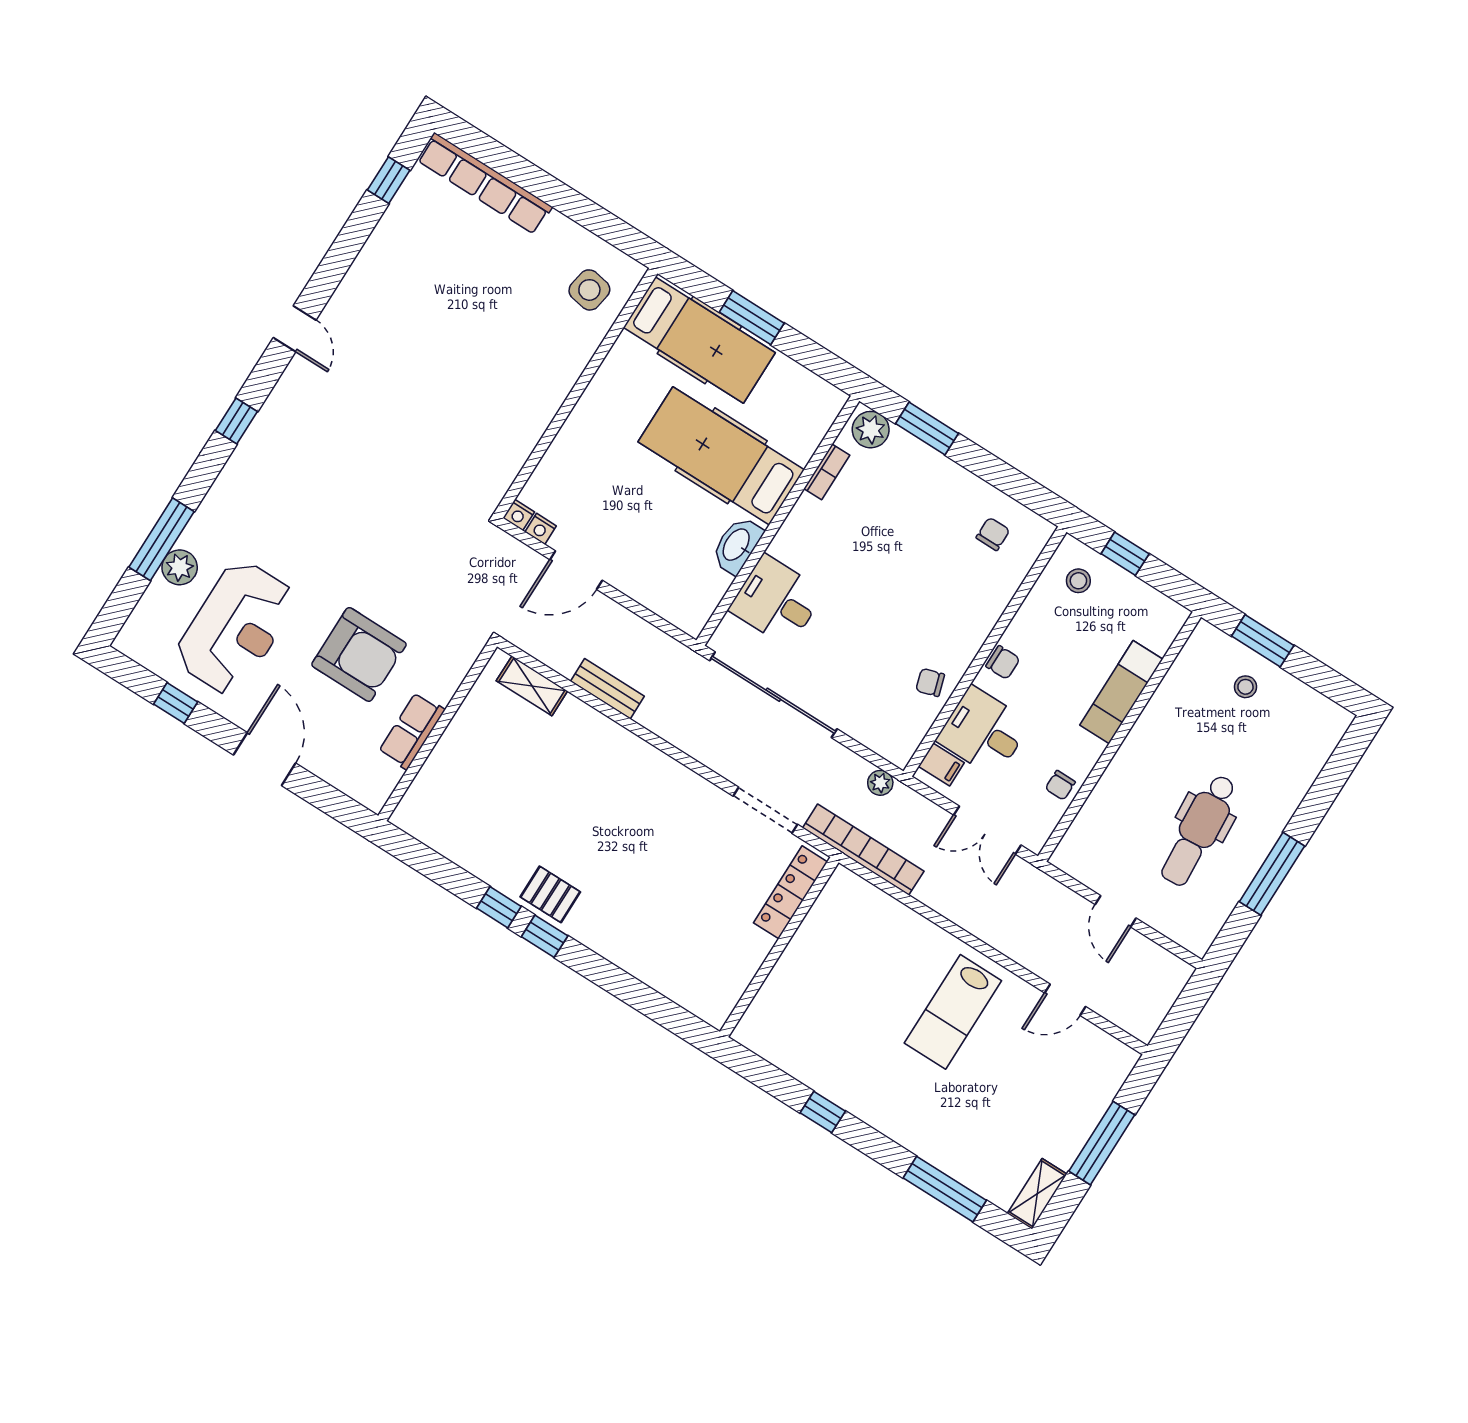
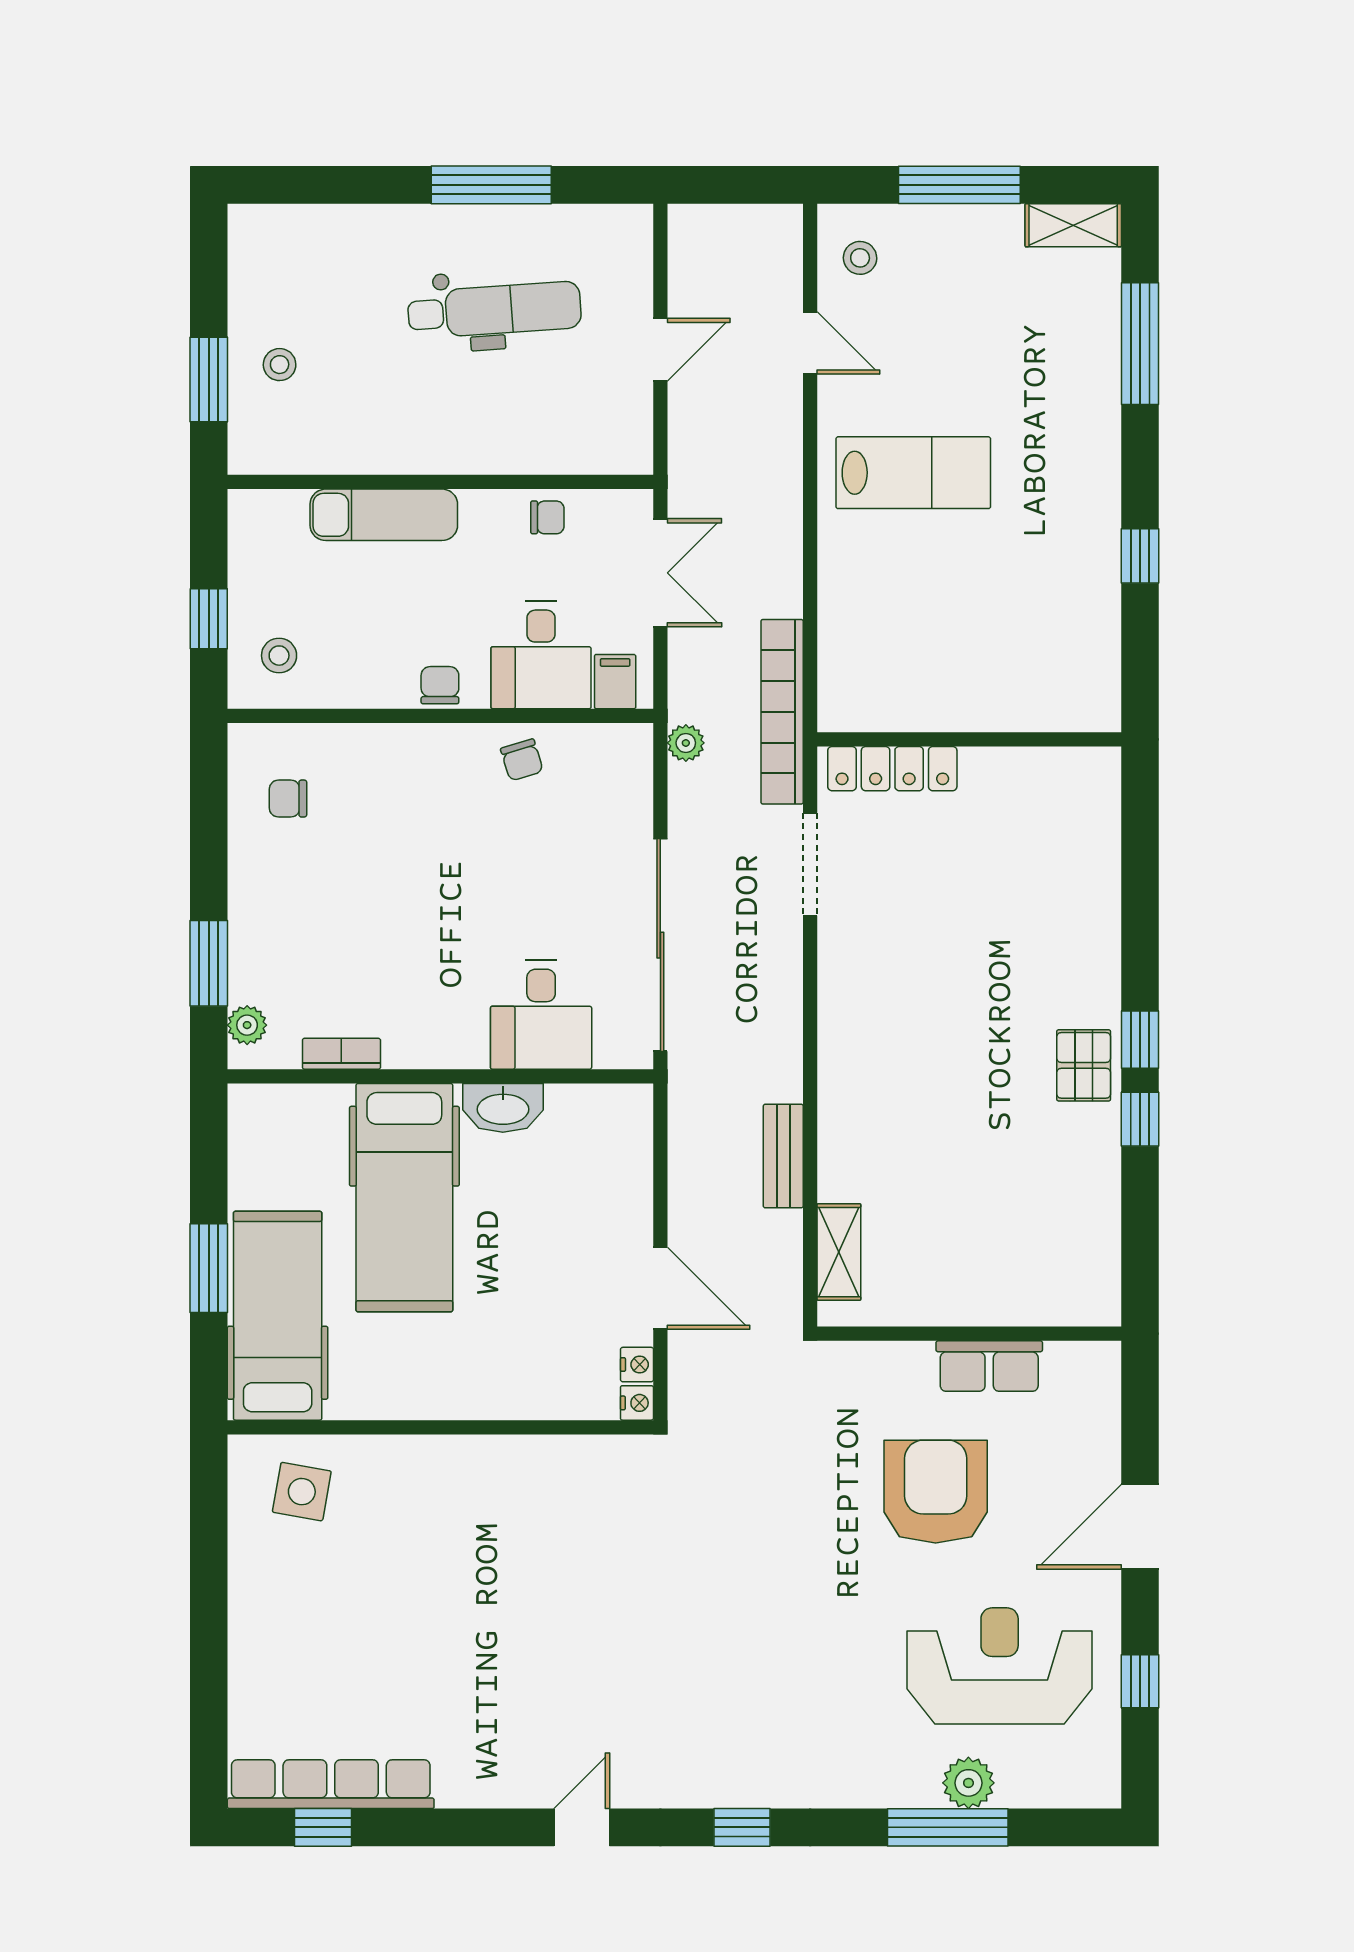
row of seats: (485, 184) -> (331, 1784), moved, turned -90
plant: (871, 430) -> (247, 1025), width x0.73, depth x0.73
stool: (1096, 1059) -> (860, 258), added

